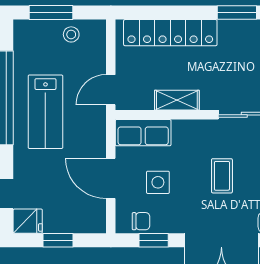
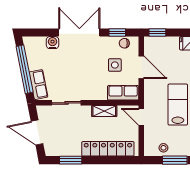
door: (111, 90) -> (141, 117), swing flipped
coffee table: (222, 176) -> (79, 69), removed
window: (58, 240) -> (157, 33), moved

